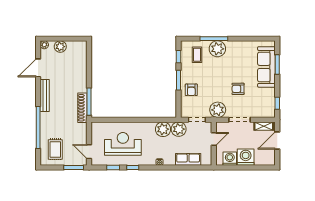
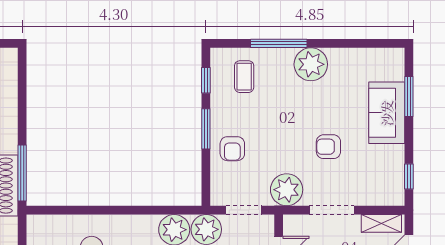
plant: (217, 49) -> (311, 64), moved
sofa: (266, 67) -> (387, 113), width x0.73

